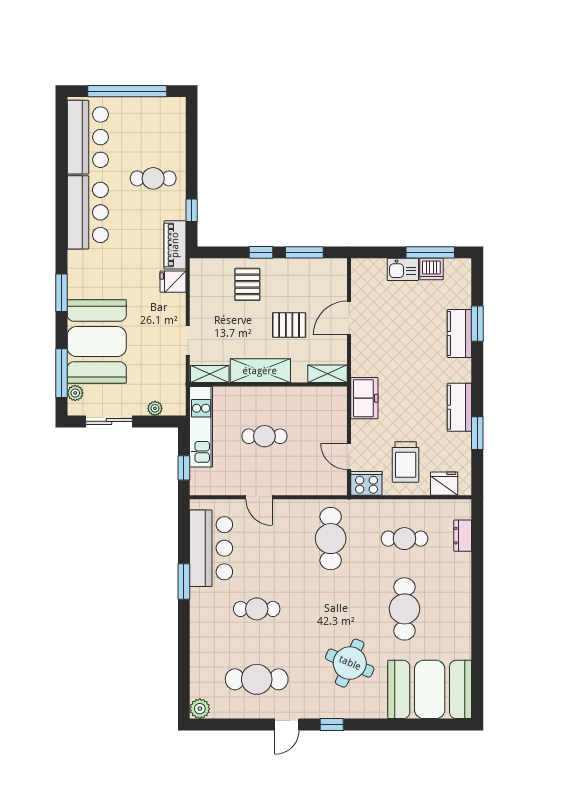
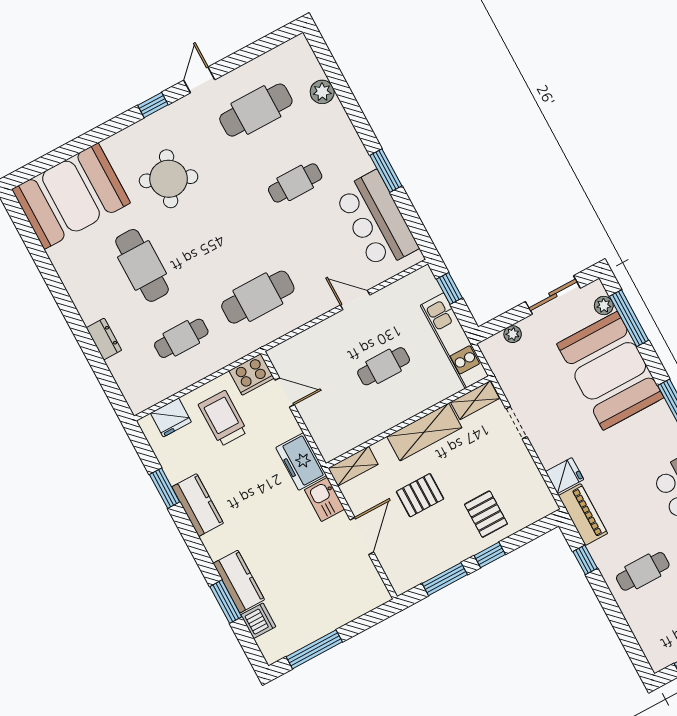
kitchen sink: (403, 269) -> (324, 499), moved, turned -90
dishwasher: (431, 269) -> (258, 621), moved, turned 90
dresser: (463, 536) -> (104, 339), moved
cafe table: (331, 539) -> (258, 297), turned 90
plant: (200, 709) -> (322, 92), moved

